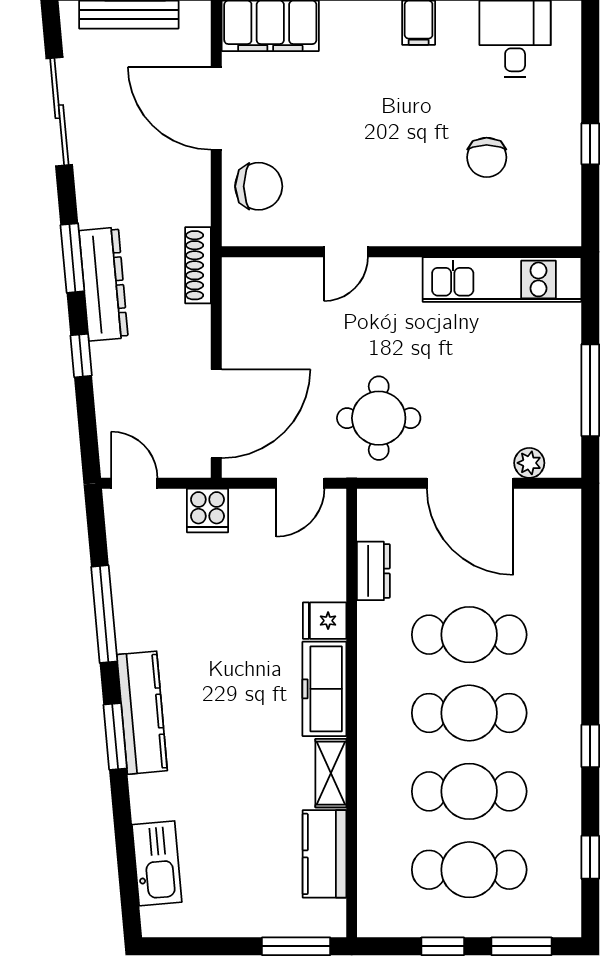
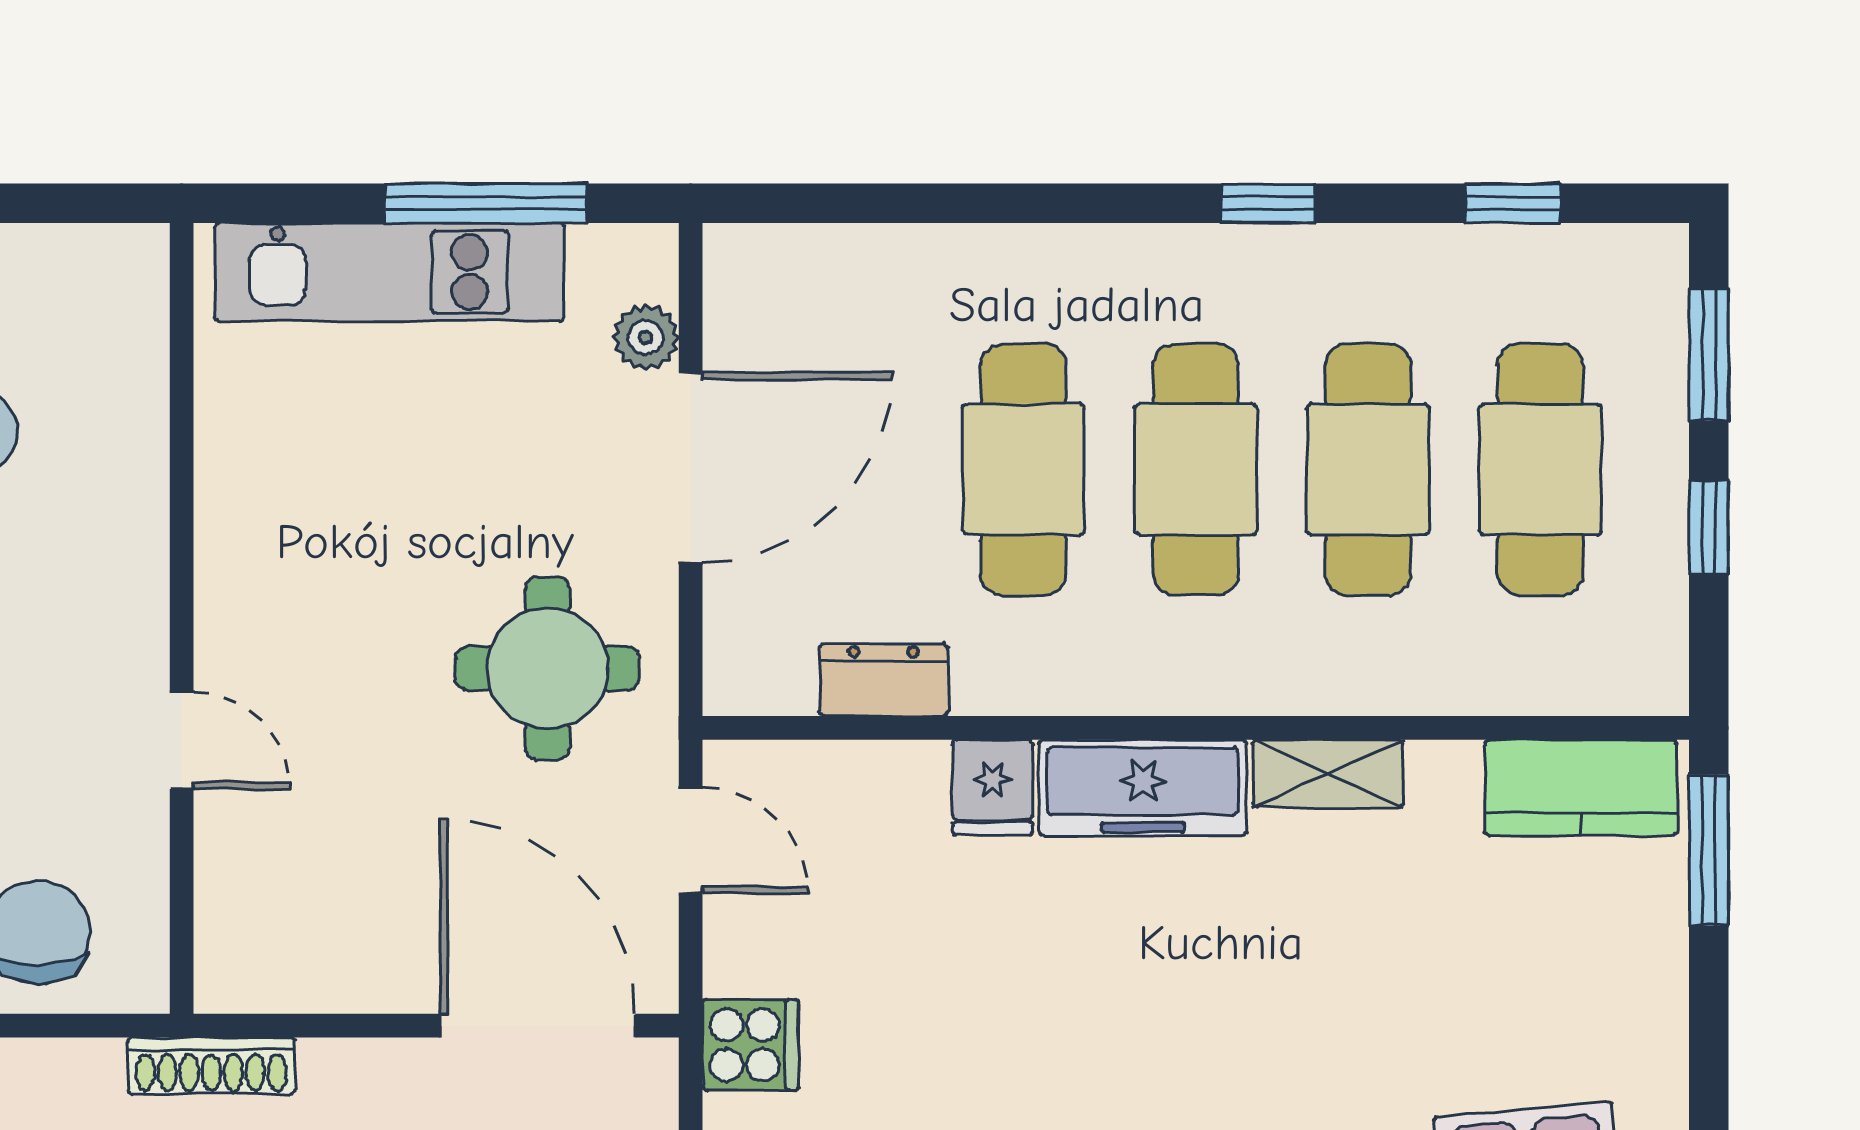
kitchen unit: (502, 279) -> (389, 272), moved, turned 90
kitchen counter: (324, 854) -> (1581, 788), moved

